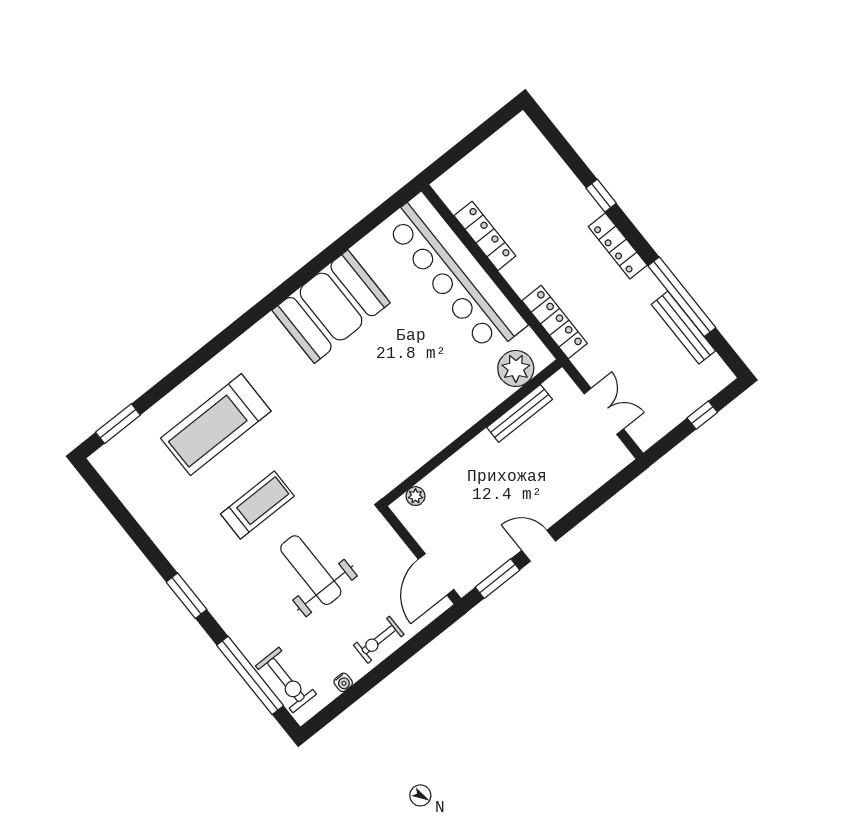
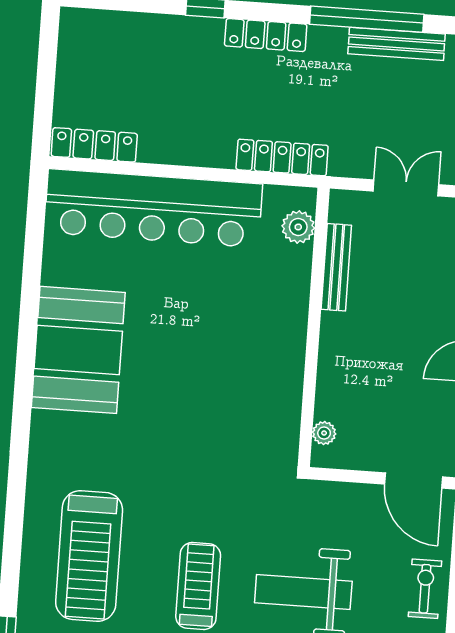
locker: (485, 236) -> (94, 145), moved
plant: (516, 368) -> (298, 227), width x0.73, depth x0.73
exercise bike: (379, 640) -> (425, 589), turned 180

